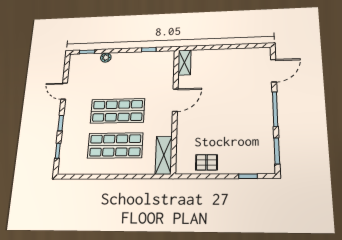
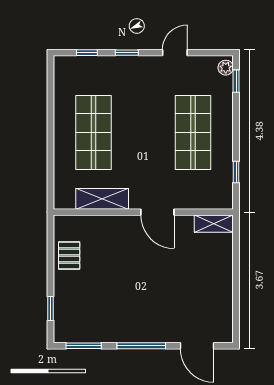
plant: (106, 58) -> (226, 68), moved
shop shelf: (118, 111) -> (193, 132), moved
shelving: (164, 155) -> (102, 199), moved

